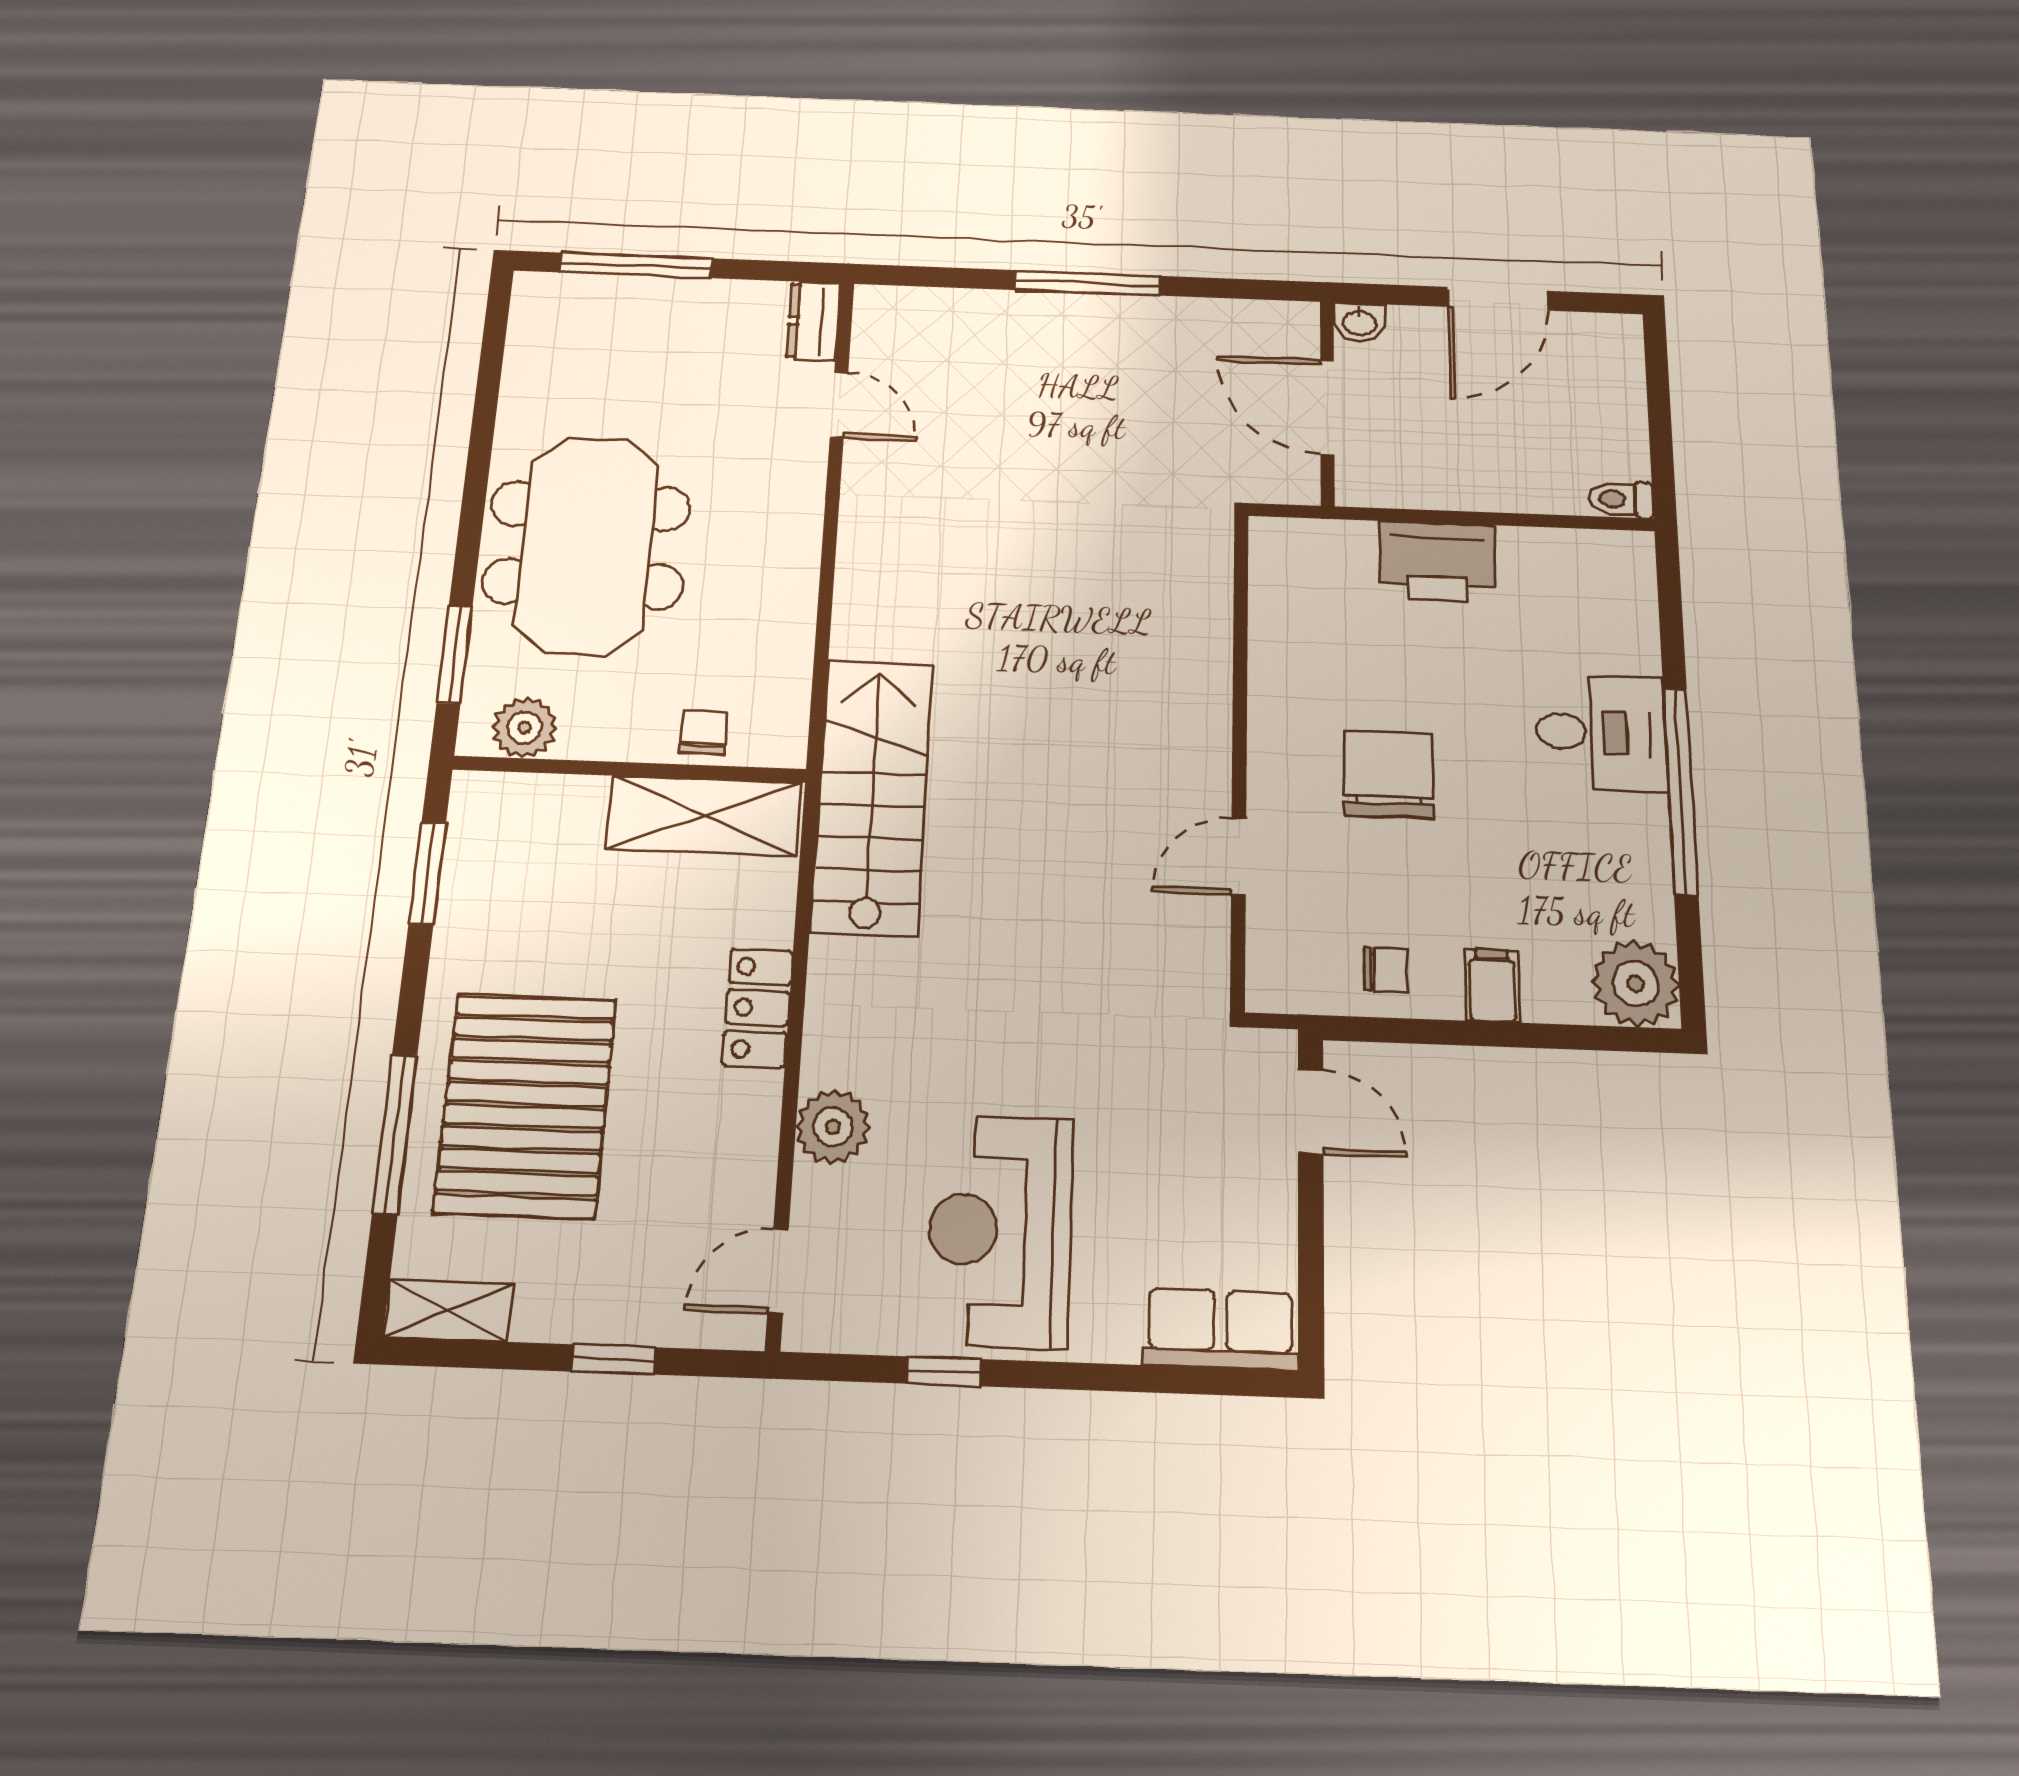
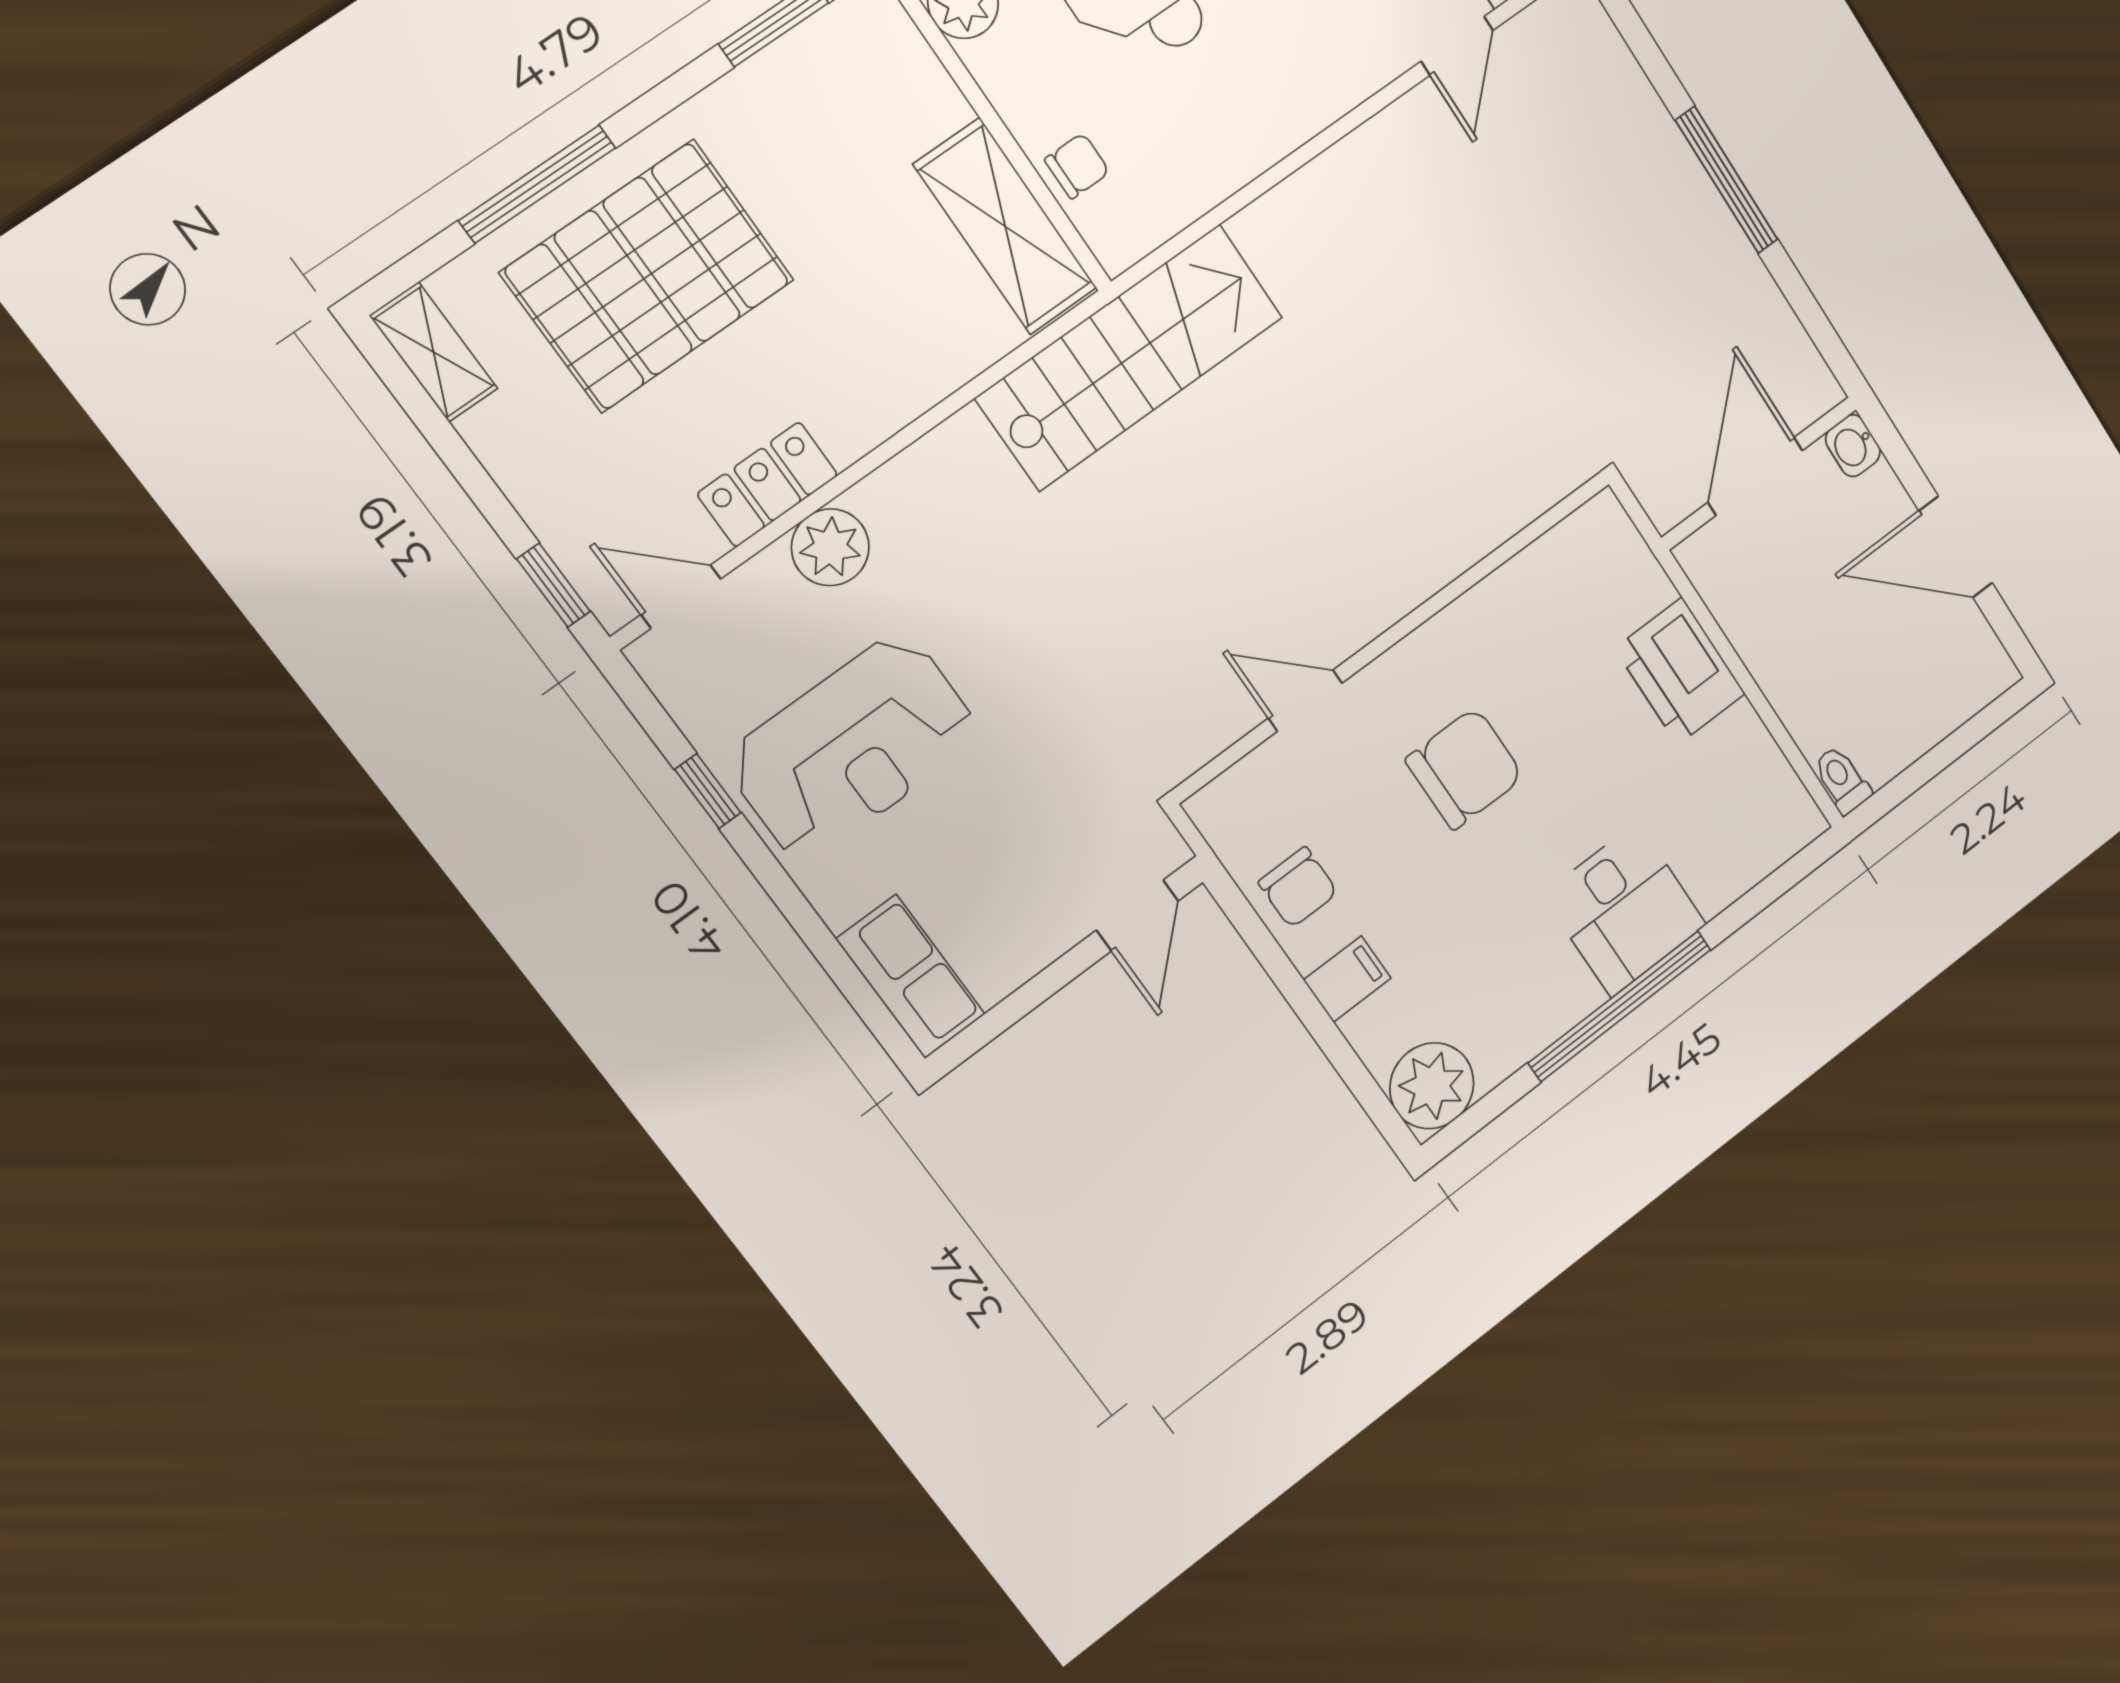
chair: (1386, 970) -> (1298, 887), width x1.37, depth x1.37
locker: (758, 1008) -> (767, 484), moved
reception desk: (1000, 1230) -> (853, 747), turned 180
window: (614, 1359) -> (554, 585), moved

